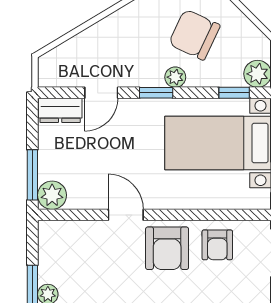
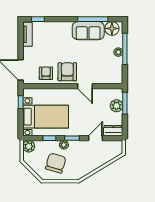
chair: (194, 35) -> (56, 163), turned -99
window: (234, 93) -> (49, 138), moved
plant: (52, 195) -> (116, 106), moved

